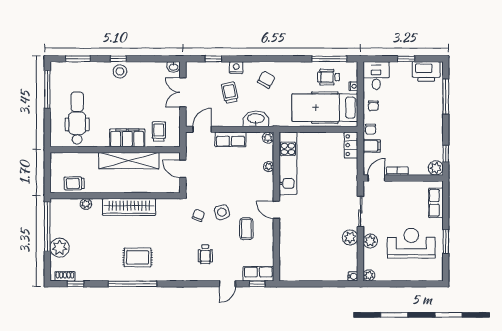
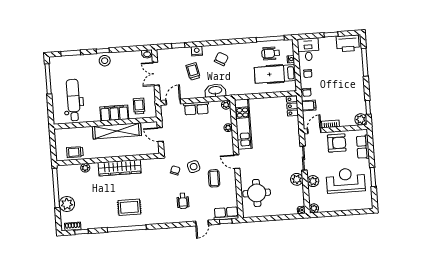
hospital bed: (325, 108) -> (275, 74), width x0.73, depth x0.78
armchair: (403, 195) -> (337, 143), added
round table: (299, 251) -> (257, 193), added

